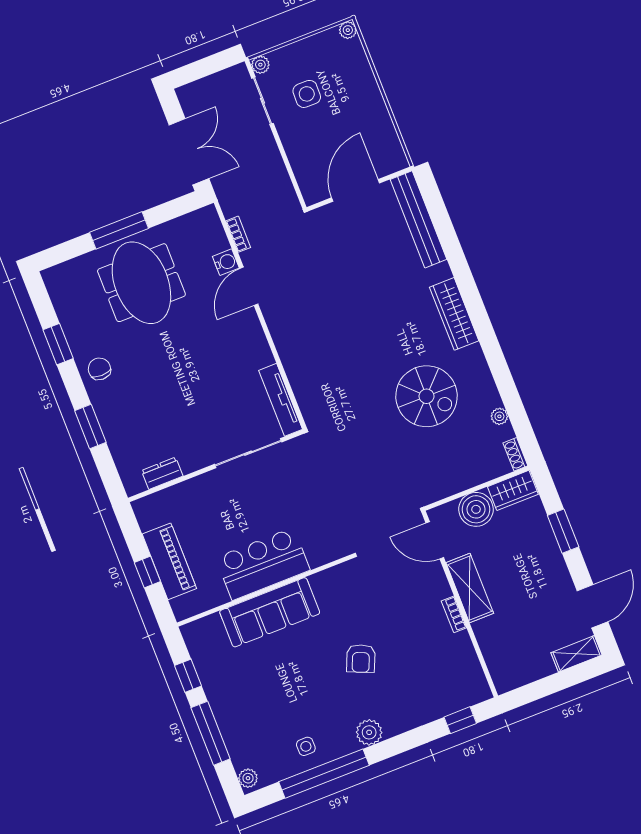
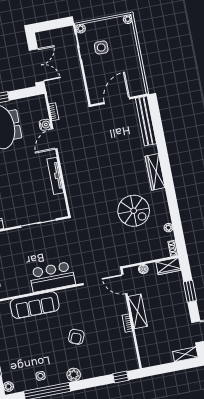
tv unit: (281, 400) -> (55, 176), moved
boiler: (476, 509) -> (143, 269), width x0.54, depth x0.54
bar counter: (263, 564) -> (52, 277), moved

